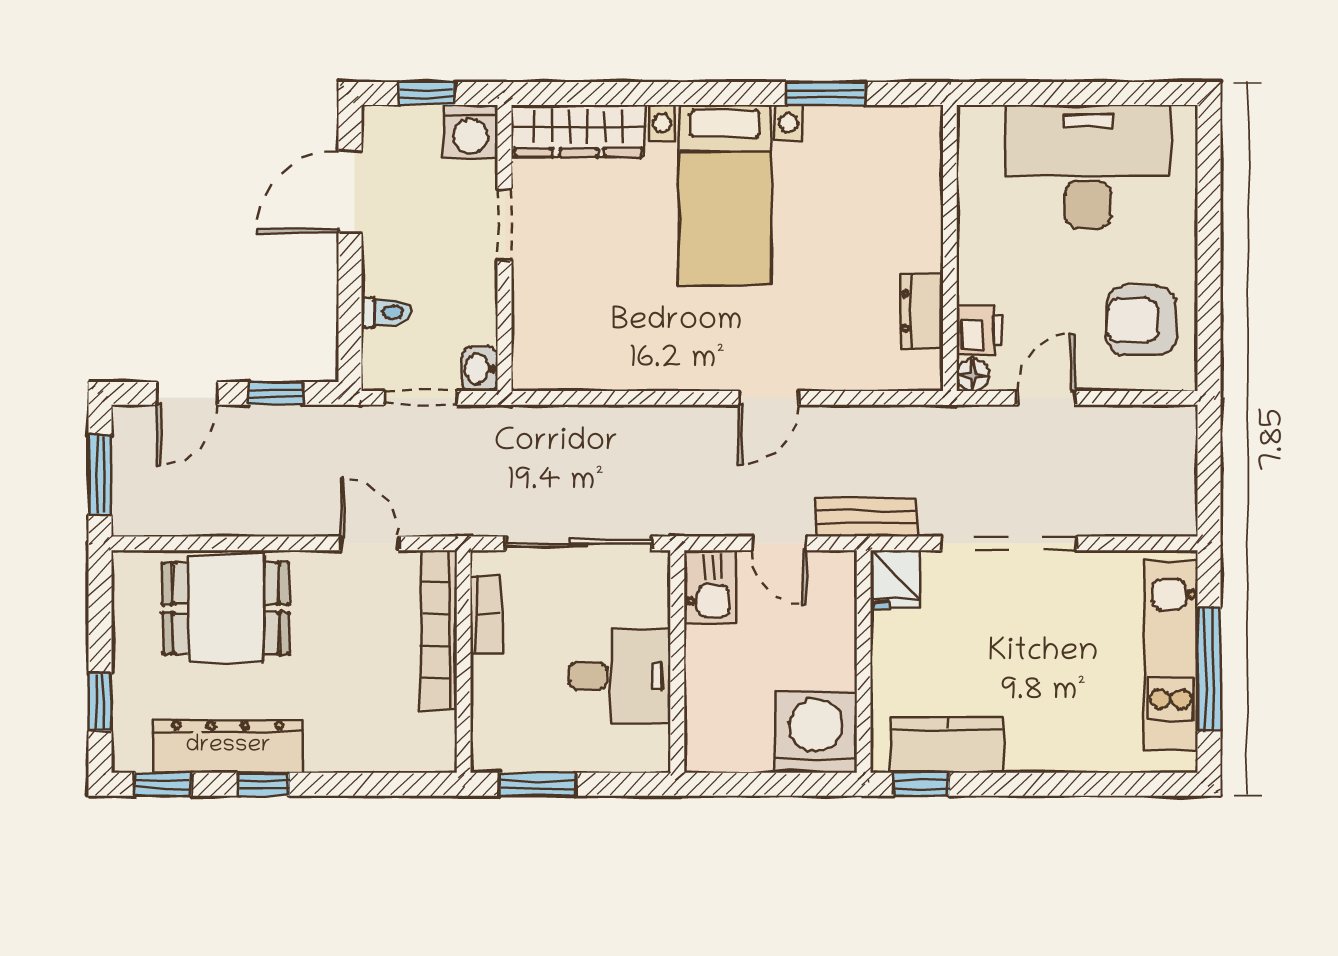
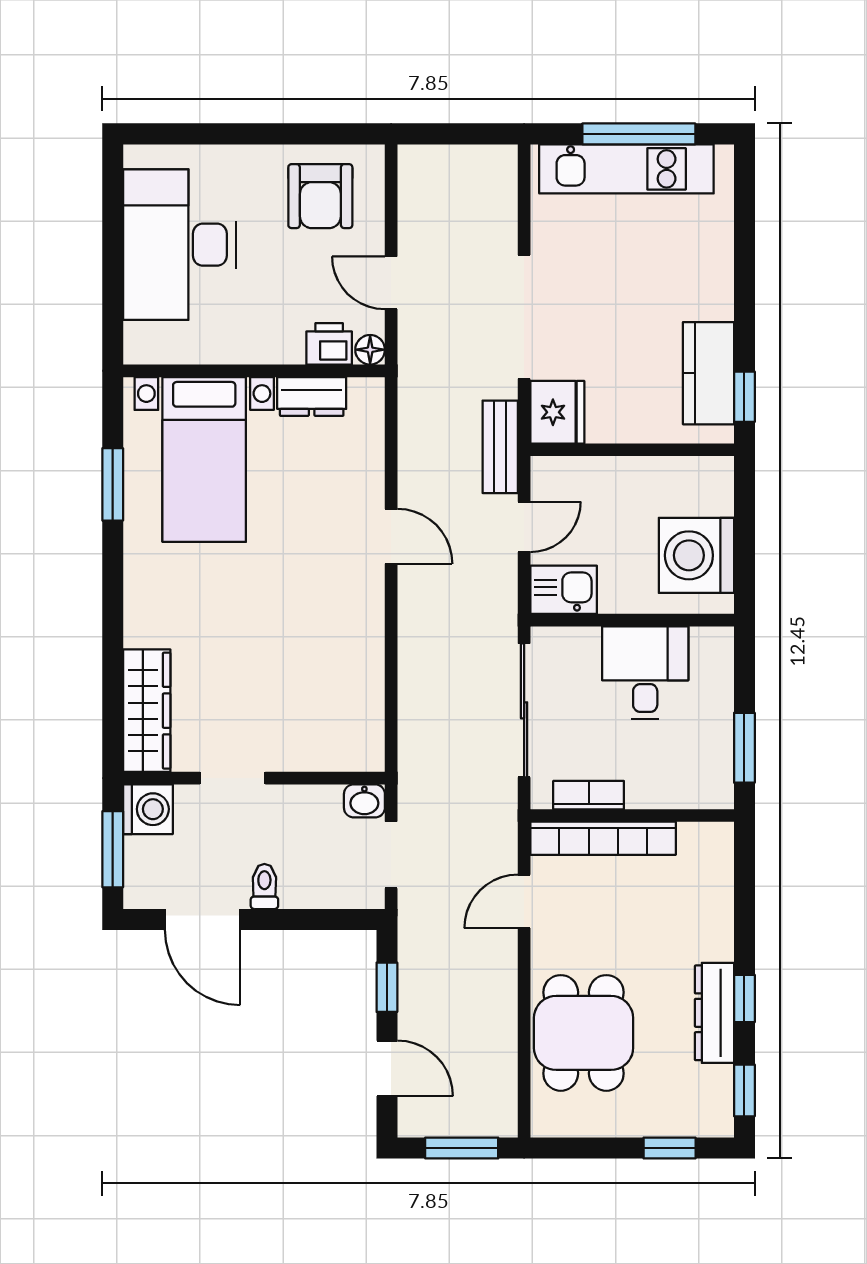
window: (427, 93) -> (113, 849), width x1.50
bed with nightstands: (725, 195) -> (204, 459), moved, turned 90
toilet: (386, 312) -> (264, 886), moved
fridge: (895, 580) -> (557, 412), width x1.38
washing machine: (816, 732) -> (696, 555), moved
dresser: (228, 746) -> (714, 1013), width x0.73, depth x0.80

